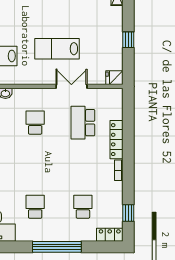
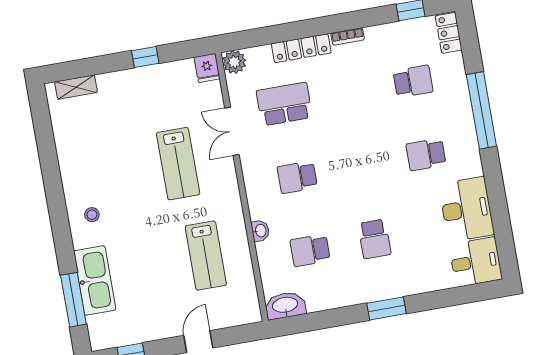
plant: (115, 96) -> (234, 62), added
school desk: (83, 123) -> (284, 104), turned 180
school desk: (83, 207) -> (413, 81), turned 180

